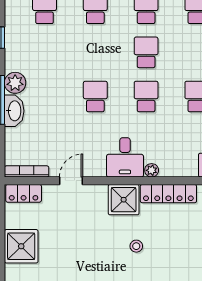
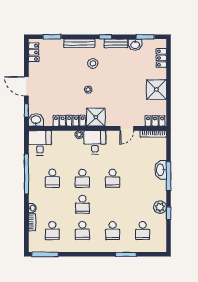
plant: (15, 83) -> (160, 207), moved

